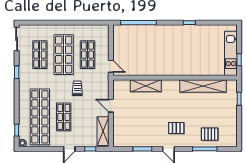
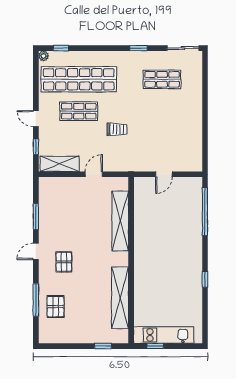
shop shelf: (64, 55) -> (162, 111), removed
shop shelf: (87, 55) -> (162, 143), removed
door: (111, 66) -> (164, 174), moved
shelving: (146, 86) -> (120, 221), width x1.47

